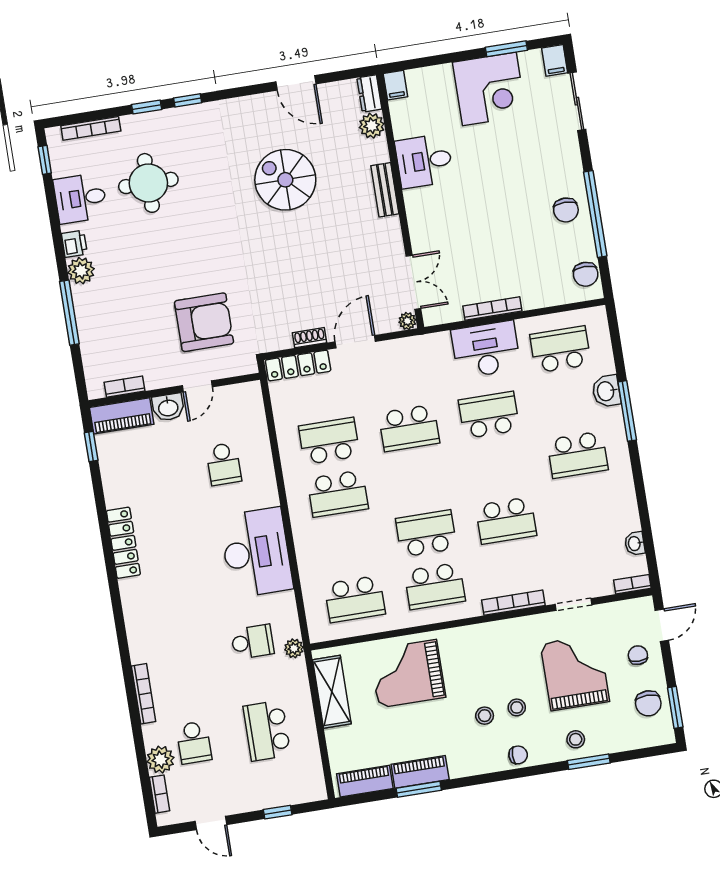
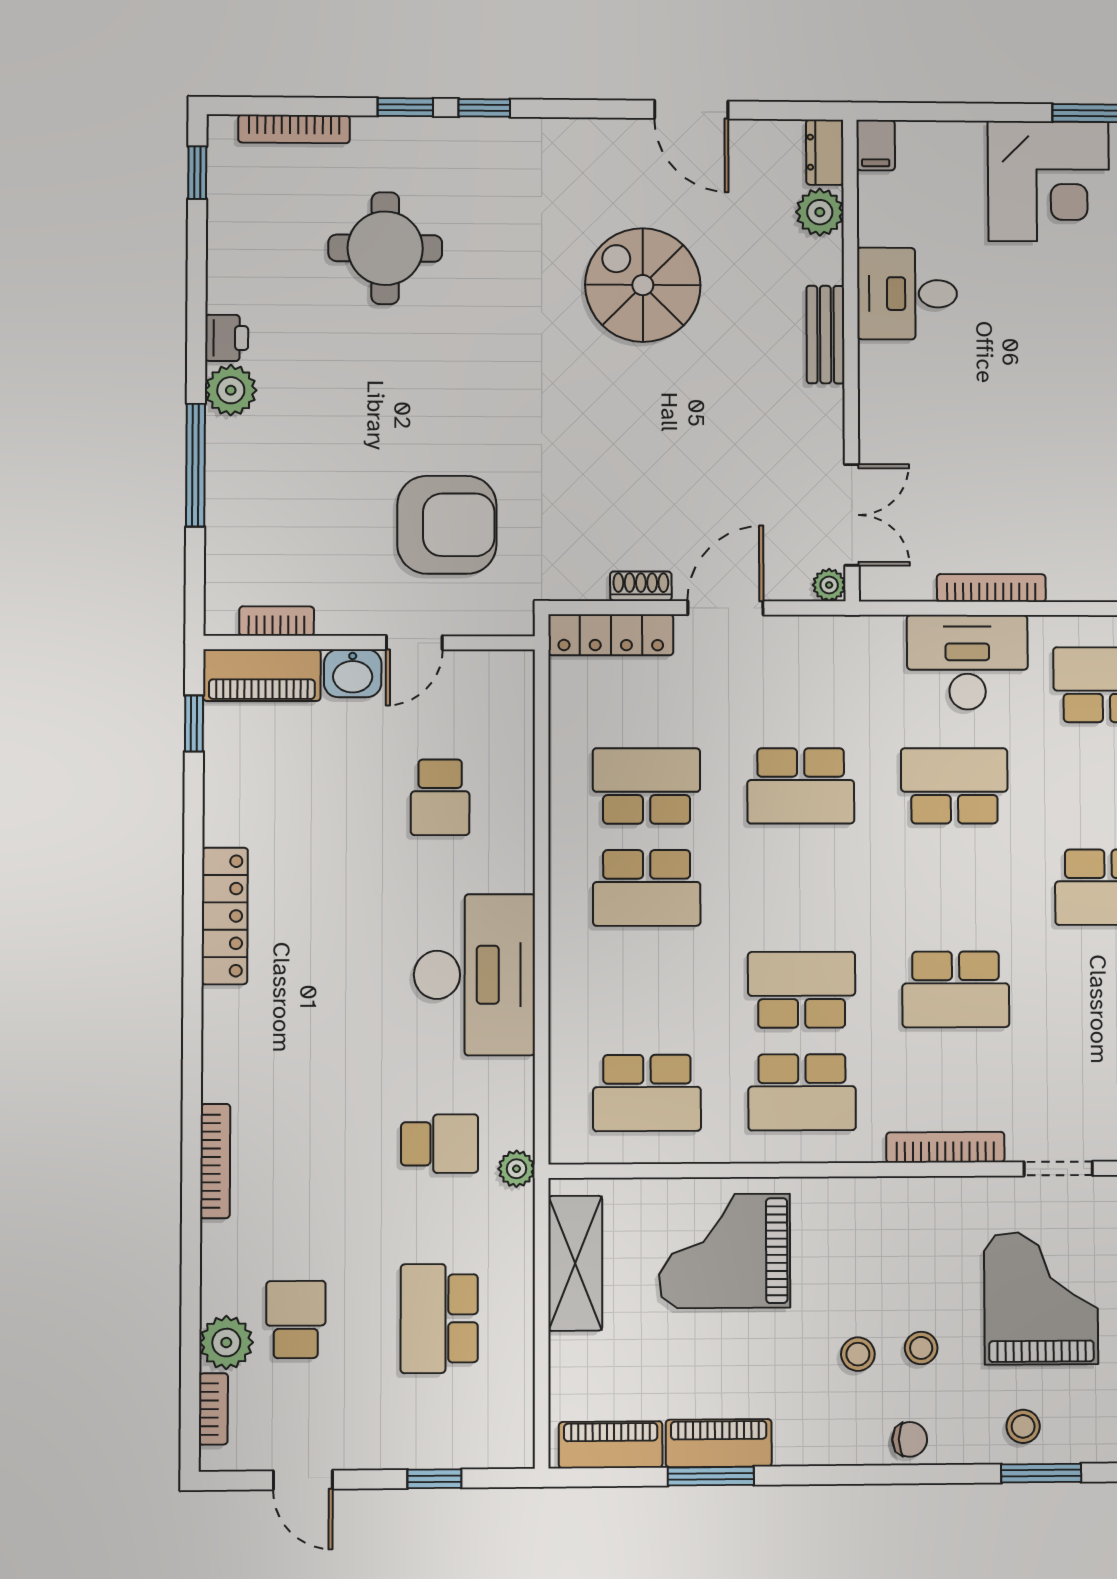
desk: (80, 198) -> (252, 255), removed
bookcase: (144, 694) -> (215, 1161), moved
school desk: (194, 742) -> (296, 1320), turned 180

